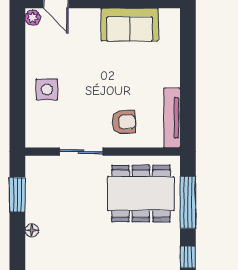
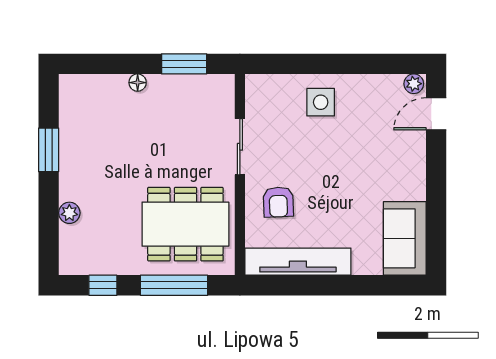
sofa: (130, 25) -> (405, 238), moved
tv unit: (172, 118) -> (298, 262), width x1.36, depth x1.29
dining table: (141, 194) -> (185, 224), turned 90

